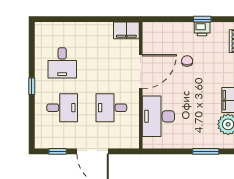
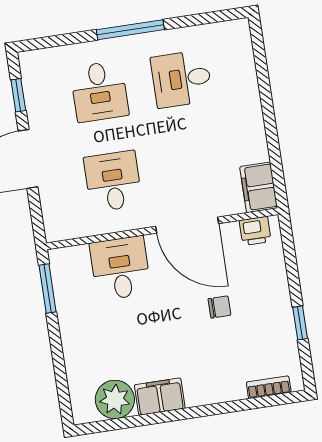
printer: (202, 29) -> (255, 231), moved, turned -90
window: (32, 86) -> (130, 30), width x2.17
desk: (158, 116) -> (120, 268), width x0.73
window: (206, 151) -> (48, 288), moved

